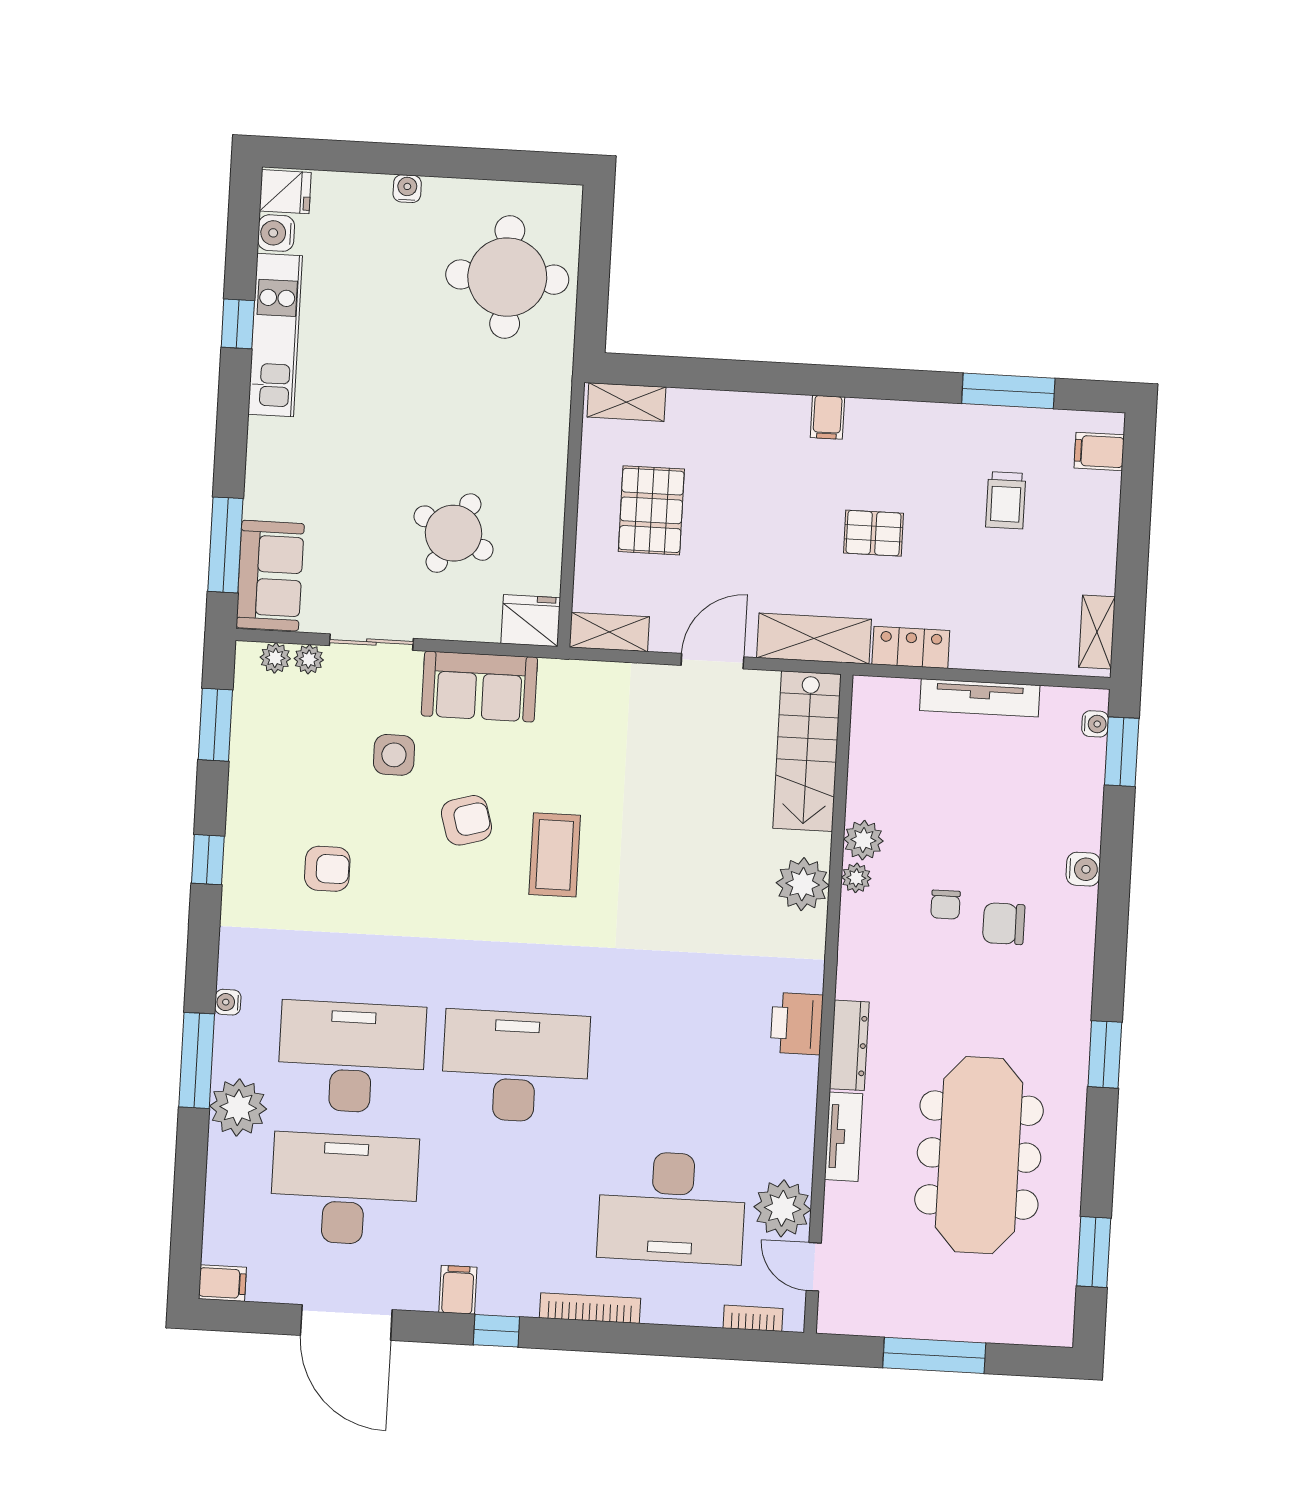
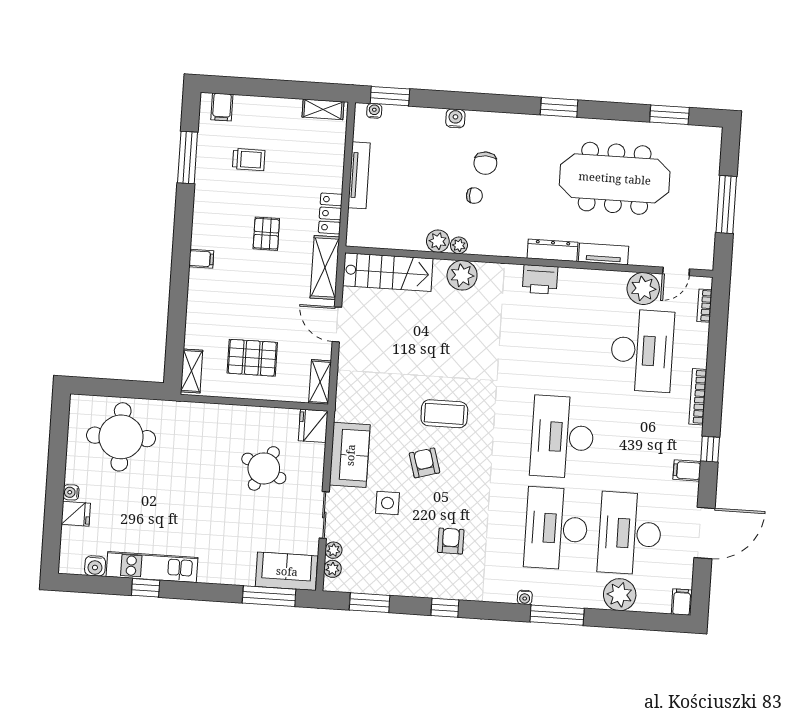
fridge: (285, 192) -> (76, 514), moved, turned 90
plant: (238, 1107) -> (620, 595), moved

